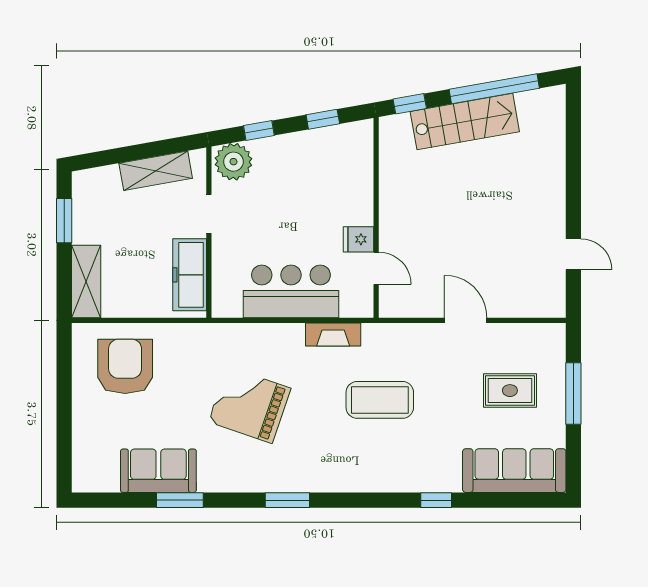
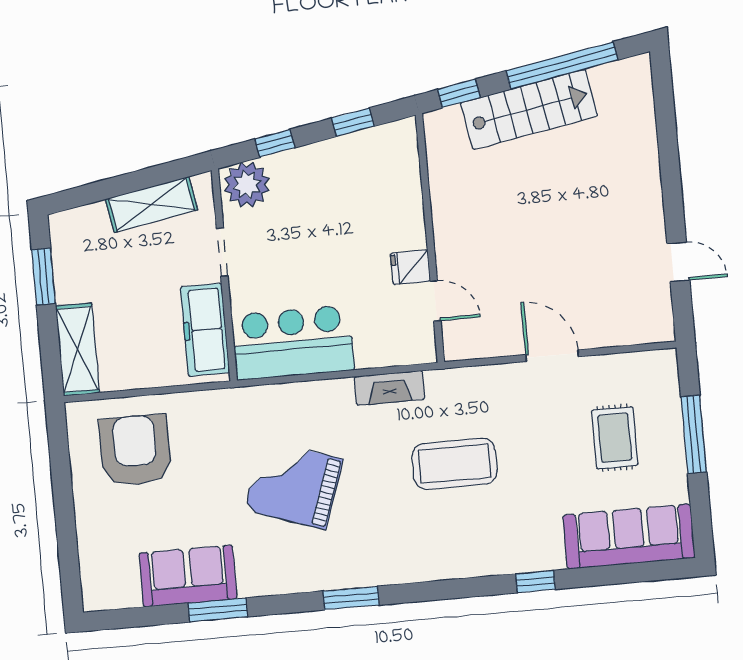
bar counter: (291, 291) -> (293, 343), moved
rug: (510, 391) -> (615, 438), turned 90

